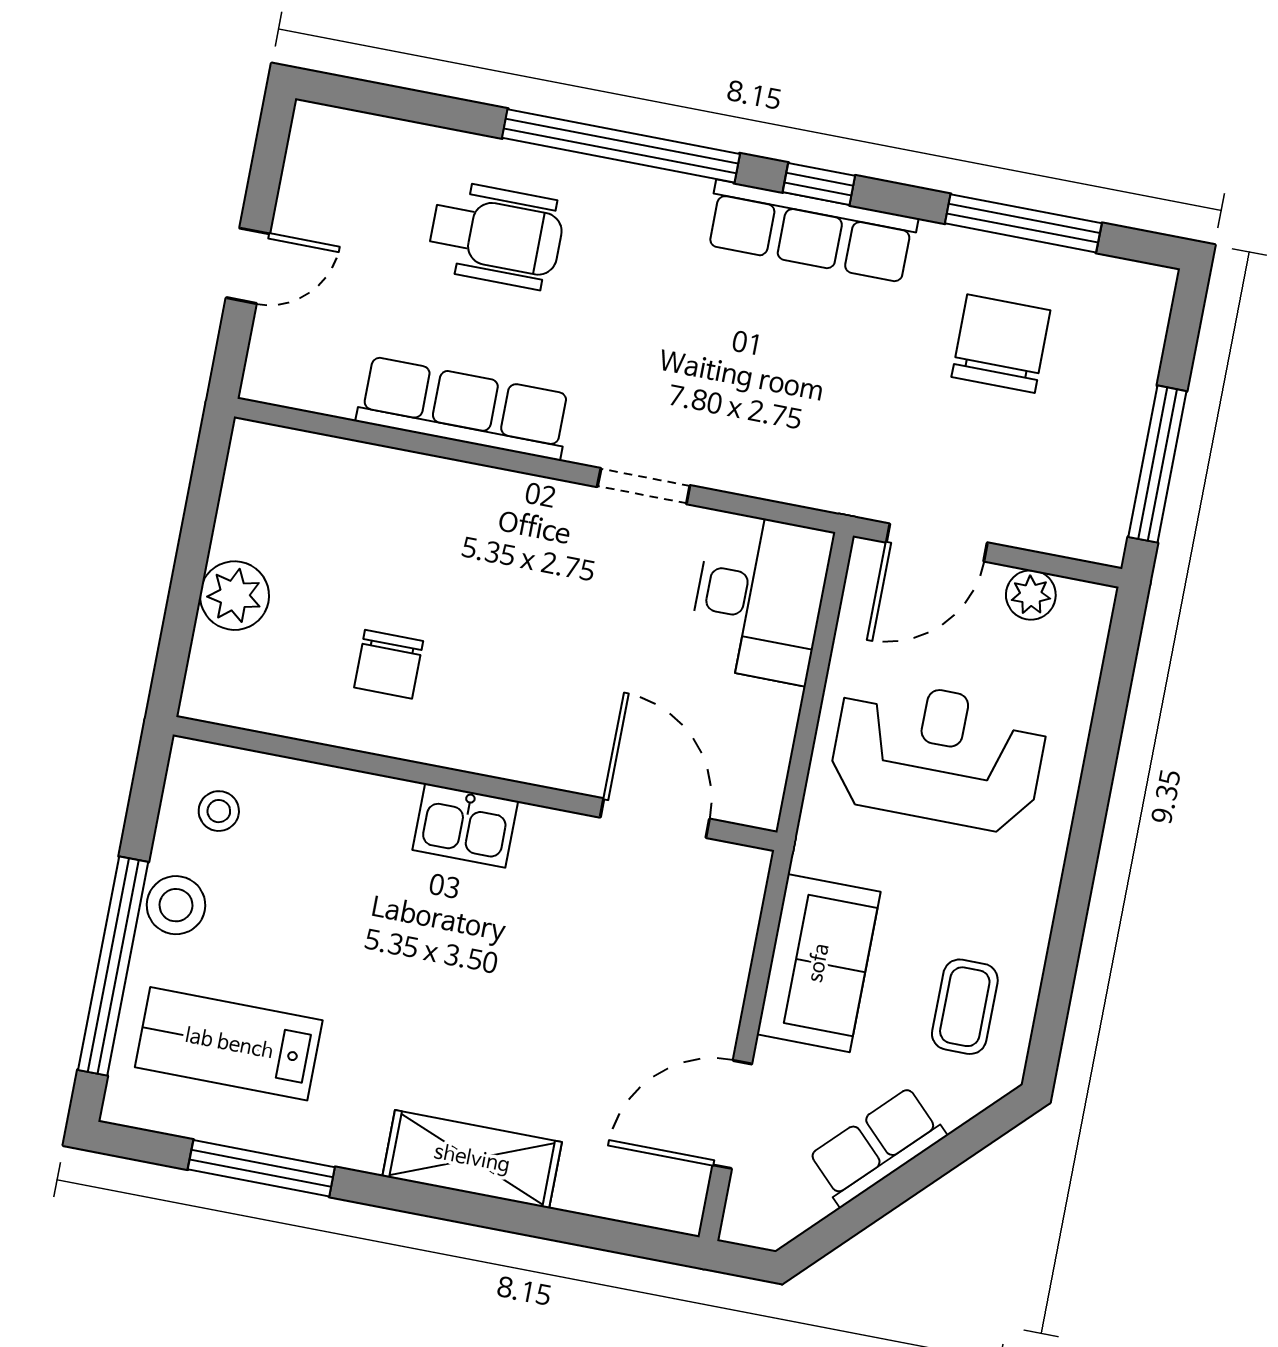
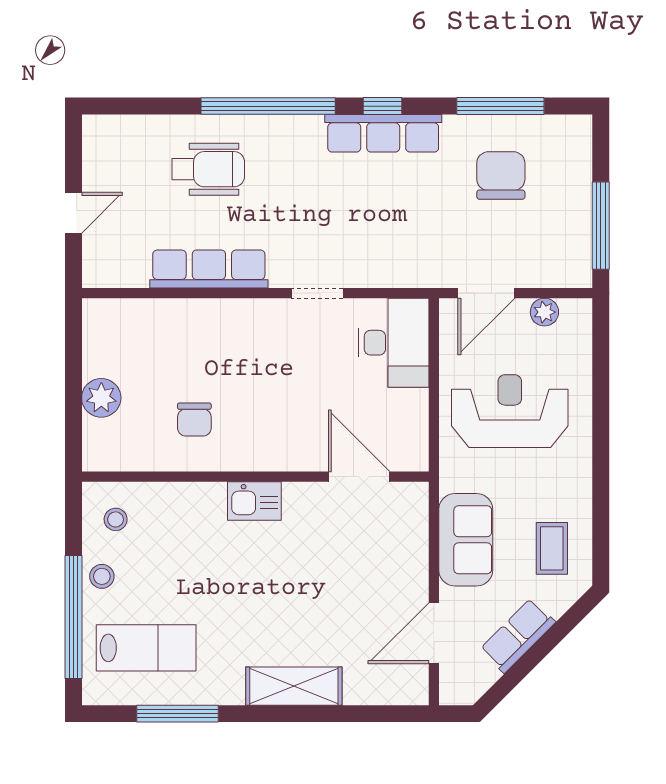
stool: (176, 905) -> (102, 576), width x0.73, depth x0.73
lab bench: (229, 1044) -> (146, 648), turned 180

